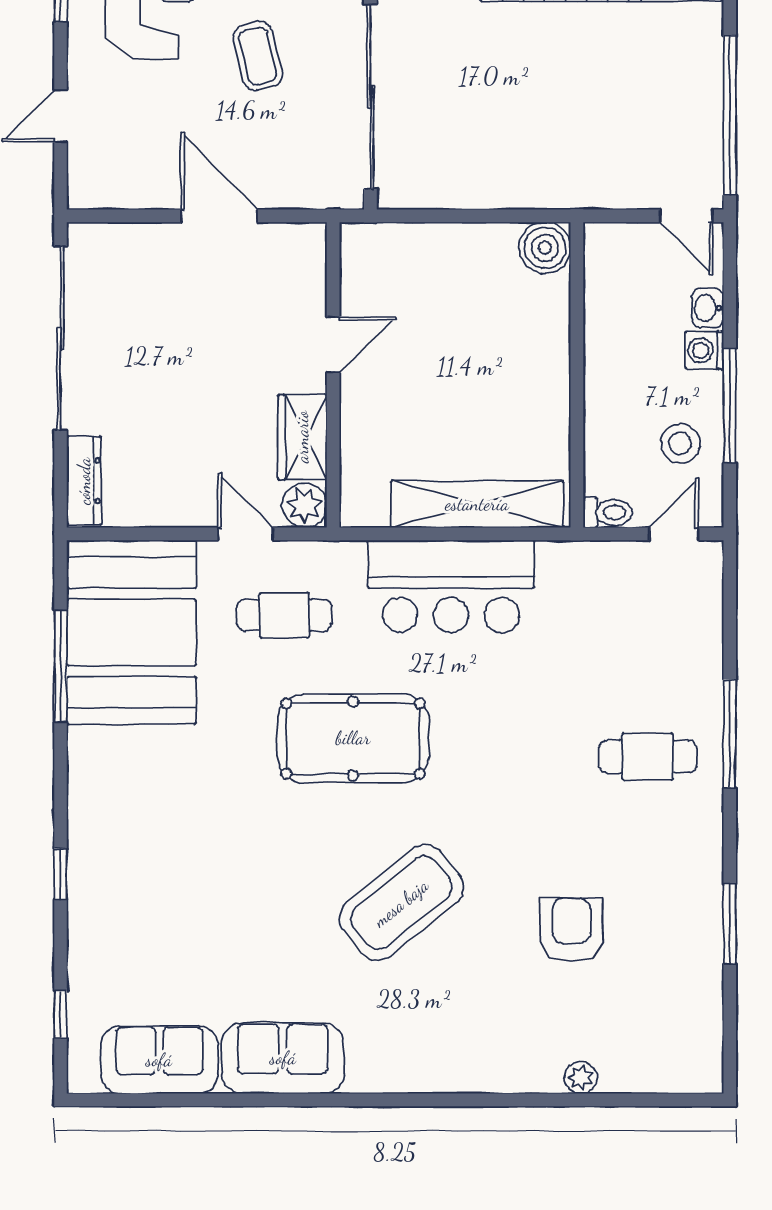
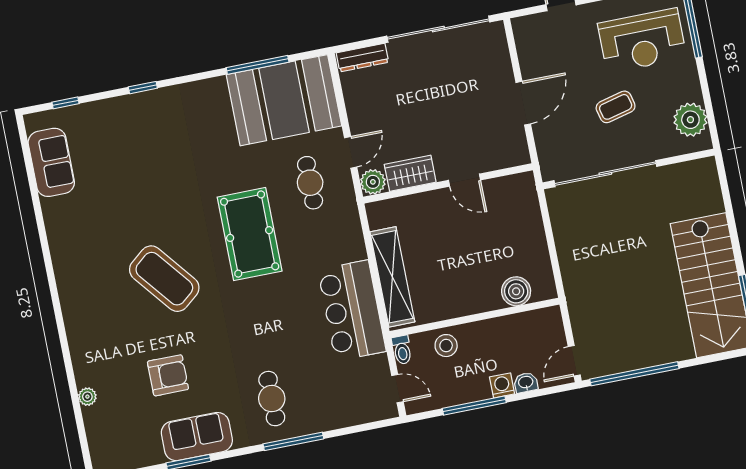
boiler: (545, 248) -> (516, 291), moved
stool: (680, 443) -> (446, 346), moved
bar counter: (451, 586) -> (352, 310), moved
sofa: (283, 1058) -> (197, 437), moved, turned -90

